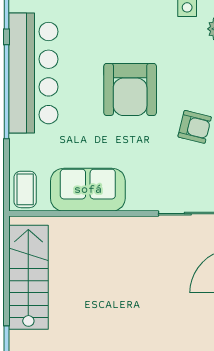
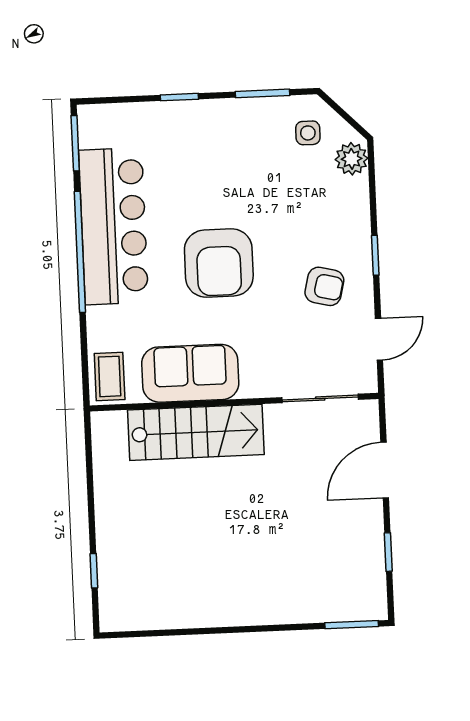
armchair: (130, 89) -> (219, 263), moved
stairs: (28, 277) -> (196, 432), moved, turned 90

